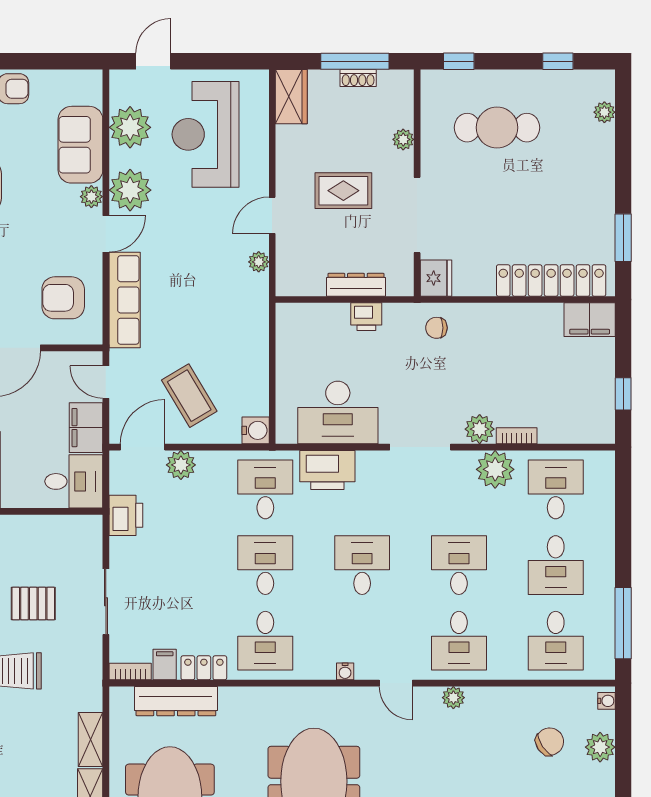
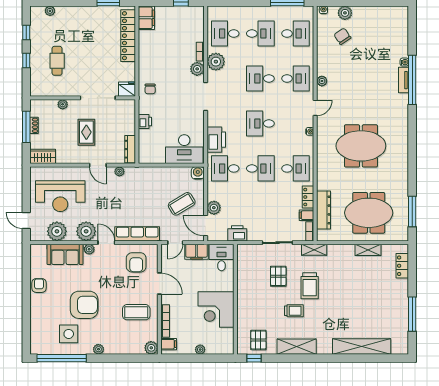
window: (459, 61) -> (26, 60), moved
cafe table: (497, 128) -> (57, 61), width x0.73, depth x0.74
dresser: (356, 285) -> (130, 149), moved
desk: (338, 412) -> (184, 149), moved, turned 90
desk: (265, 565) -> (260, 168), turned 180
shelving: (91, 740) -> (314, 250), moved

